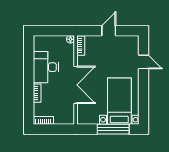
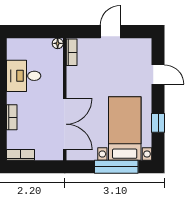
desk: (46, 67) -> (24, 76), width x0.73
double door: (76, 85) -> (65, 124), moved
window: (144, 97) -> (158, 123), added

